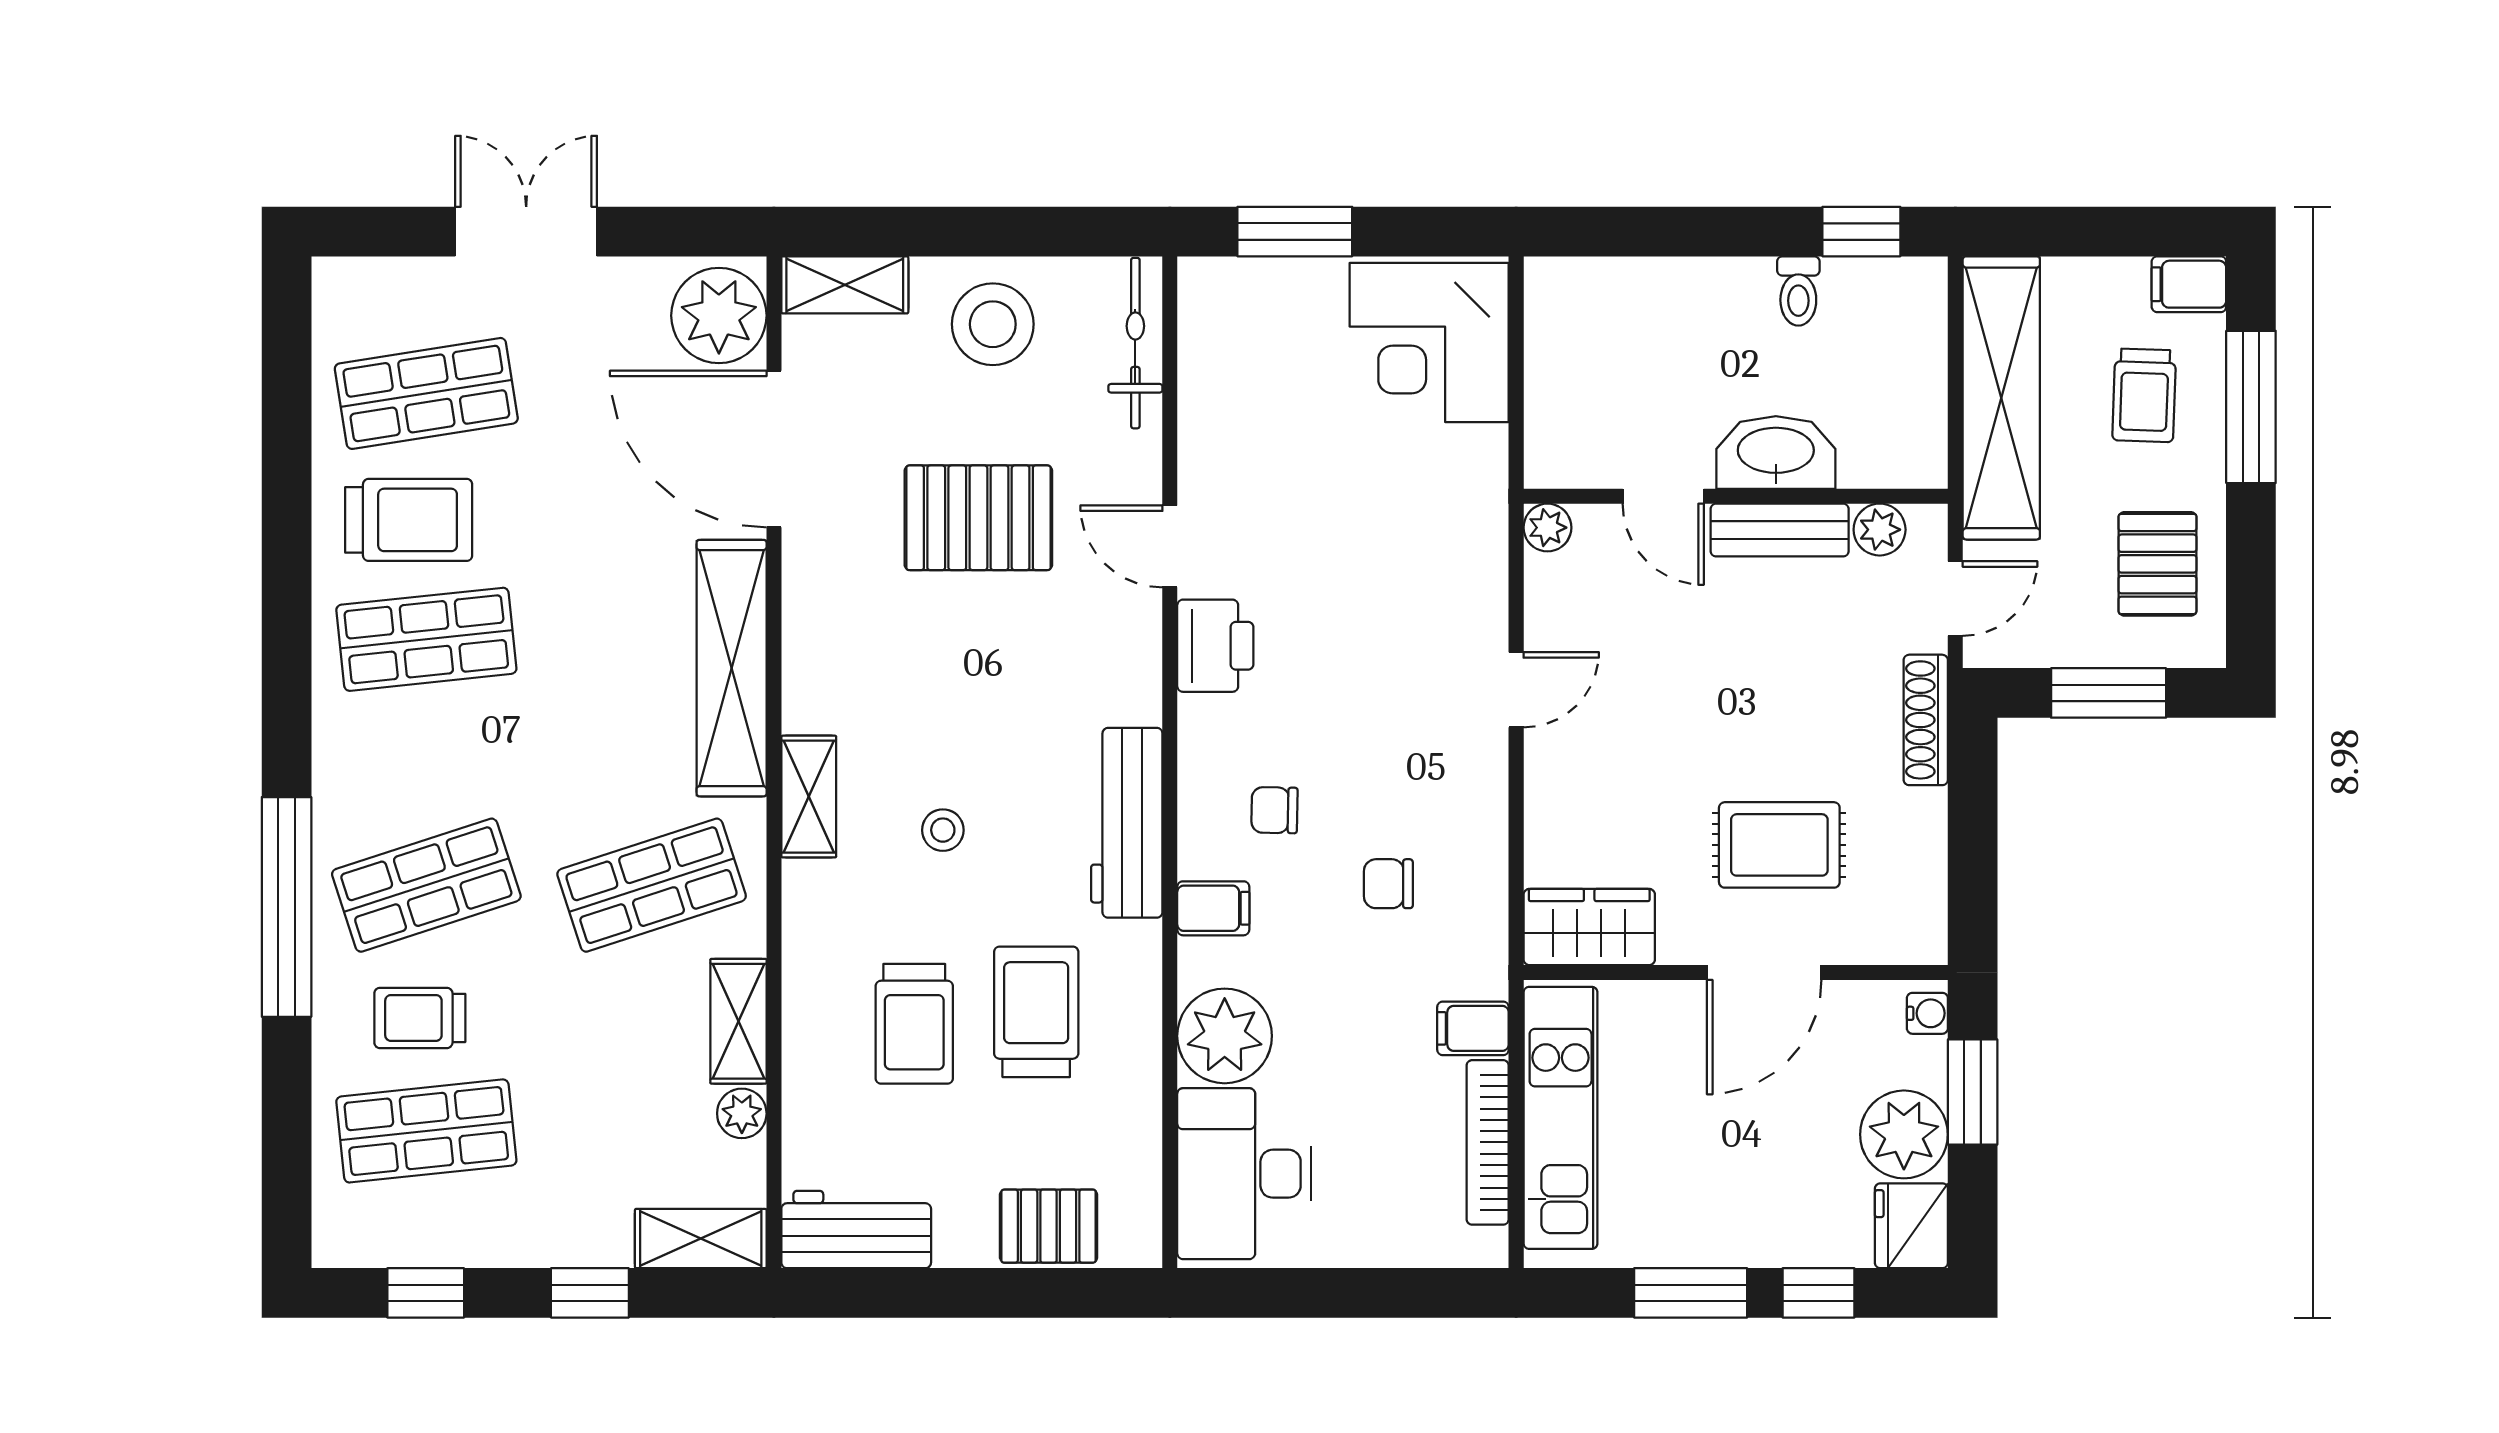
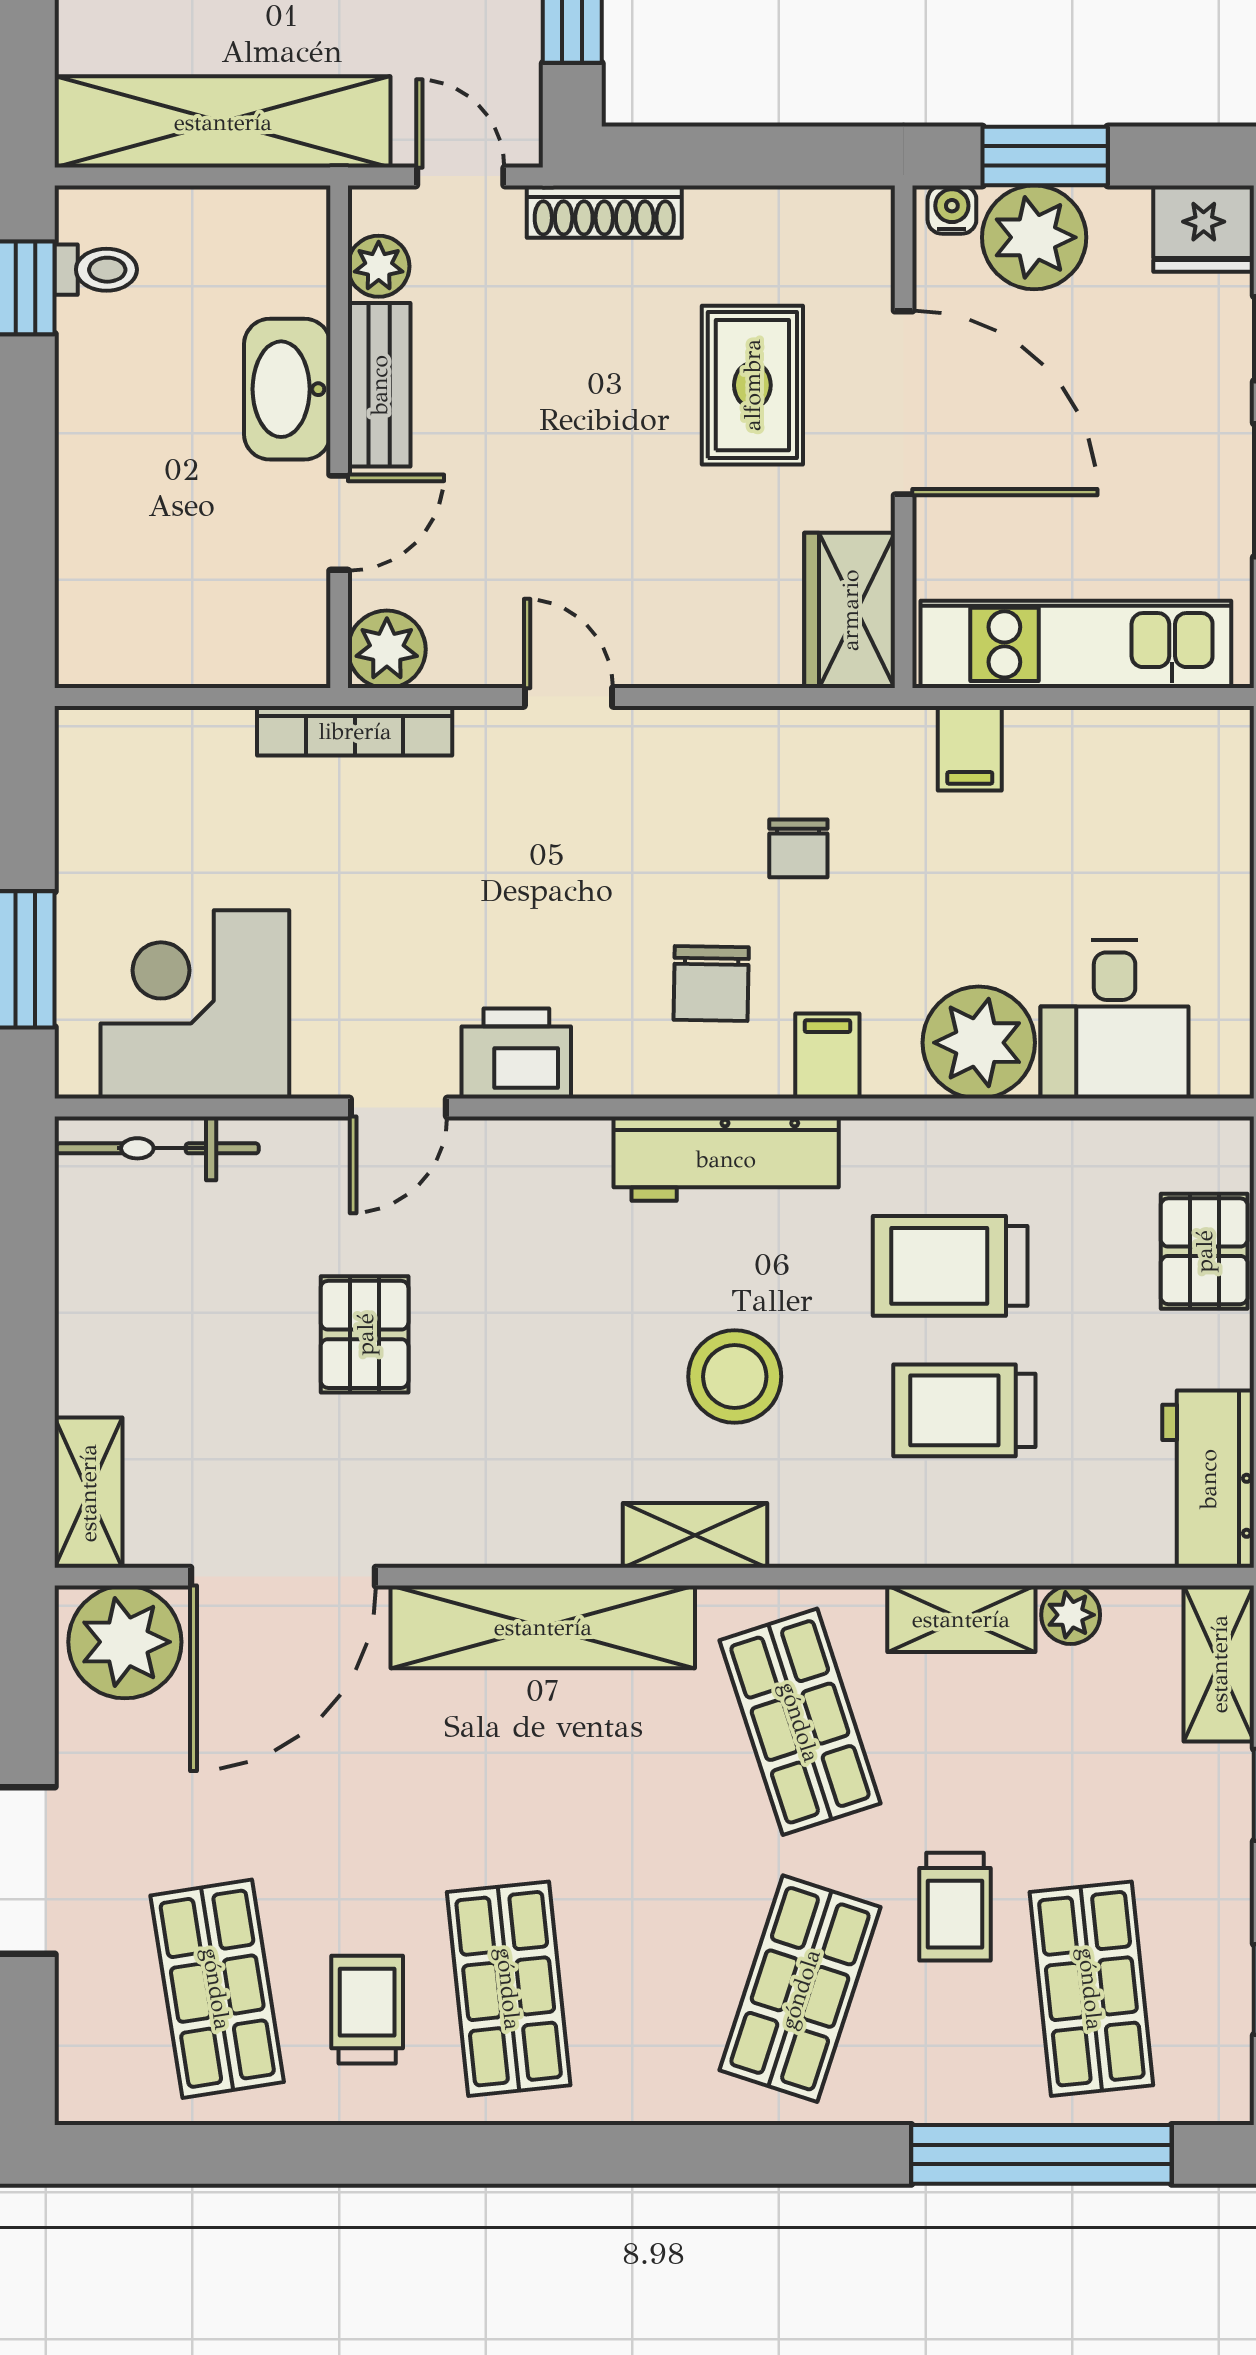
toilet: (1798, 291) -> (96, 270), moved
stool: (993, 324) -> (135, 1317), removed
corner desk: (1429, 342) -> (195, 1004), moved, turned 180
pallet: (978, 518) -> (365, 1334), width x0.67, depth x0.71
trolley: (409, 520) -> (367, 2010), width x0.73, depth x0.72
plant: (1547, 528) -> (387, 649), width x1.38, depth x1.38
chair: (1274, 810) -> (711, 984), width x1.37, depth x1.37
stool: (943, 830) -> (735, 1377), width x1.89, depth x1.89
shop shelf: (426, 885) -> (800, 1989), turned 36
window: (287, 907) -> (1041, 2154), moved
door: (1764, 972) -> (904, 403), width x1.36
trolley: (420, 1018) -> (955, 1907), moved
trolley: (914, 1024) -> (964, 1410), turned 180
plant: (1904, 1134) -> (1034, 237), moved
bookcase: (1488, 1142) -> (355, 731), moved
desk: (1244, 1174) -> (1115, 1019), width x0.73

